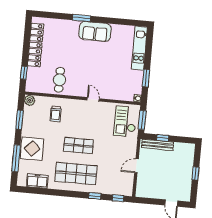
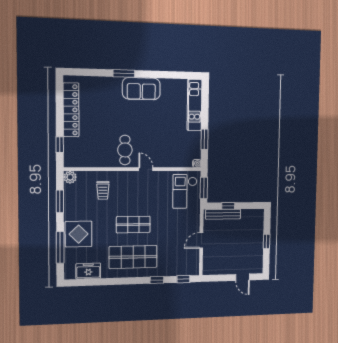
cafe table: (59, 80) -> (125, 150), moved

